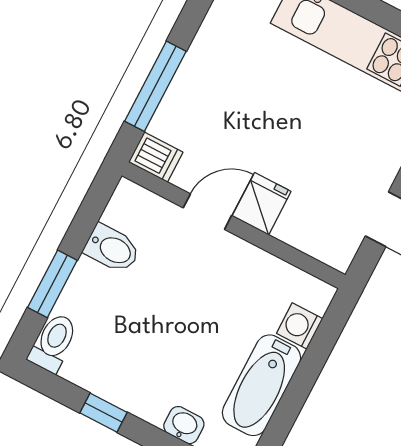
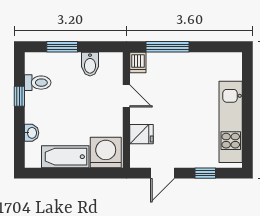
fridge: (262, 204) -> (142, 134), moved
washing machine: (300, 326) -> (106, 152), width x1.89, depth x1.89
toilet: (53, 343) -> (38, 83), moved

